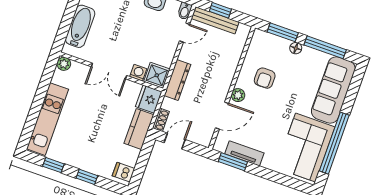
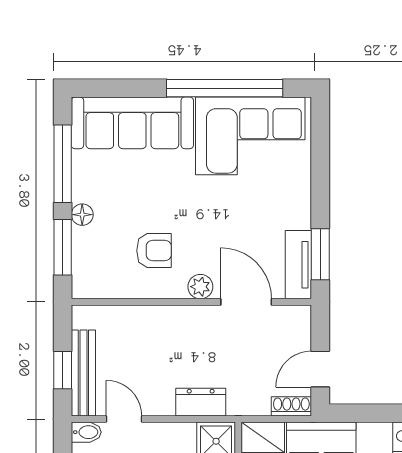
dresser: (177, 80) -> (201, 402), width x0.70
door: (175, 141) -> (320, 369), hinge flipped
tv unit: (244, 153) -> (298, 265), moved

